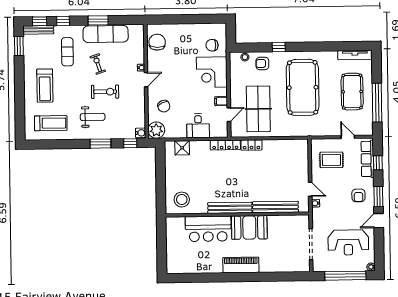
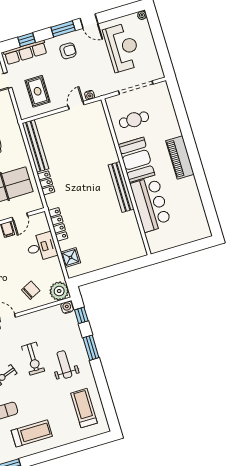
treadmill: (45, 86) -> (32, 433), moved
exercise bike: (105, 92) -> (33, 359), turned 180
door: (229, 115) -> (20, 217), swing flipped
locker: (225, 145) -> (58, 224), moved
stool: (182, 200) -> (127, 242), removed
bench: (275, 207) -> (35, 146), moved
cafe table: (284, 235) -> (134, 120), added
window: (345, 276) -> (159, 40), removed

